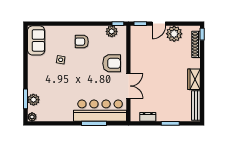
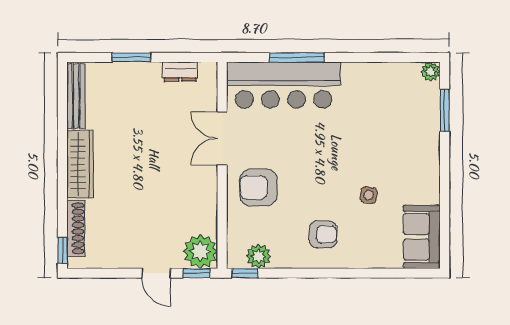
door: (159, 24) -> (156, 273), swing flipped
plant: (174, 34) -> (200, 251), moved
wardrobe: (194, 79) -> (80, 164), width x1.50
plant: (33, 100) -> (427, 109), removed

